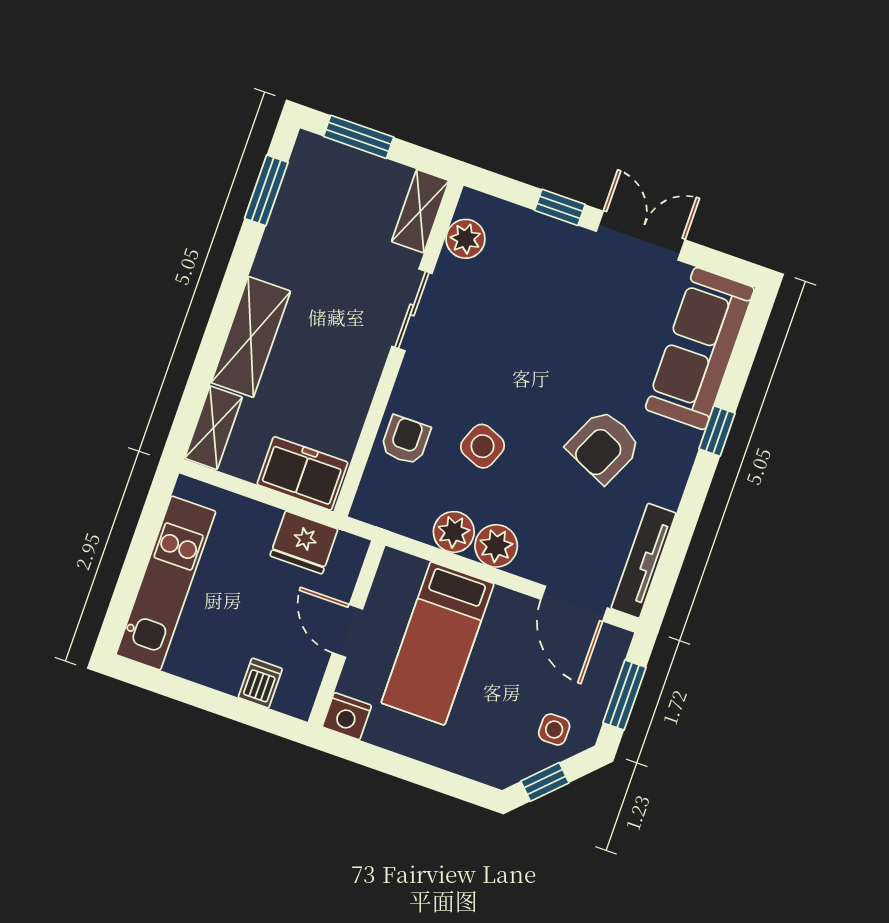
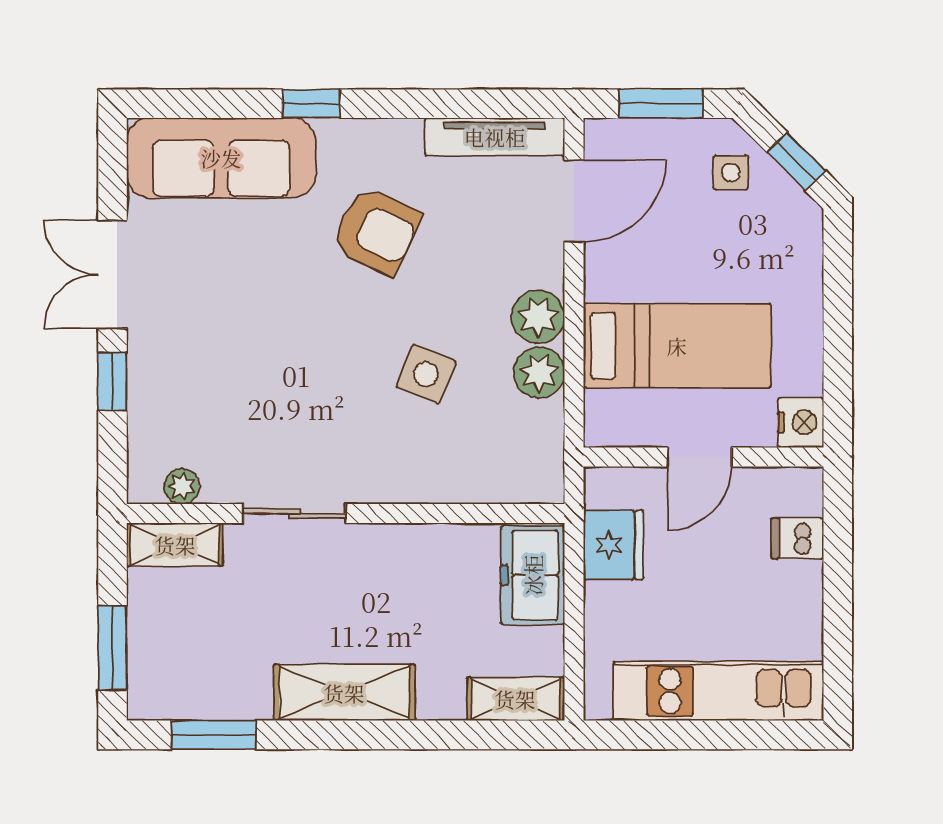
plant: (465, 239) -> (182, 486), width x0.73, depth x0.73
shelving: (251, 337) -> (344, 693), moved
armchair: (406, 440) -> (451, 467), removed

